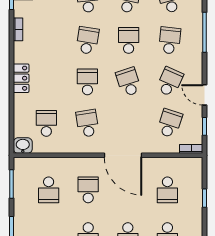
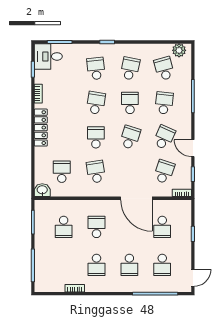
locker: (21, 78) -> (41, 128), width x1.53
school desk: (129, 82) -> (130, 137), turned 36
door: (123, 155) -> (136, 198), moved

